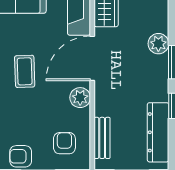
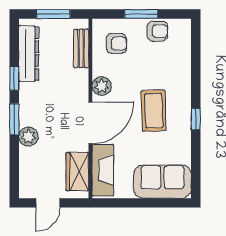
coffee table: (25, 71) -> (154, 111), width x1.36, depth x1.30
armchair: (64, 143) -> (116, 43), turned -90

